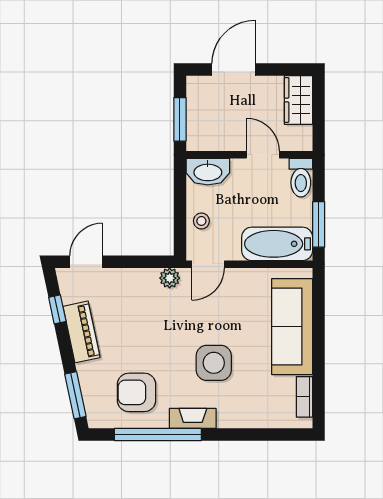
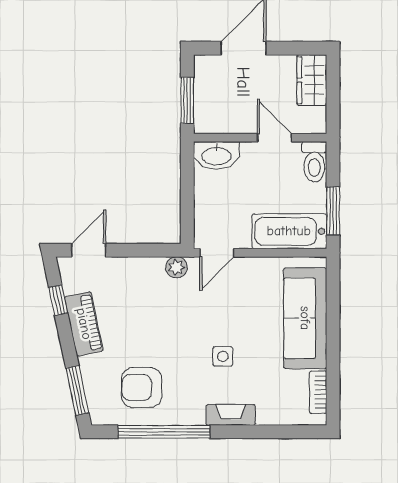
stool: (201, 221) -> (210, 207), removed
side table: (214, 363) -> (223, 356), width x0.54, depth x0.54
fireplace: (193, 418) -> (231, 415), moved

